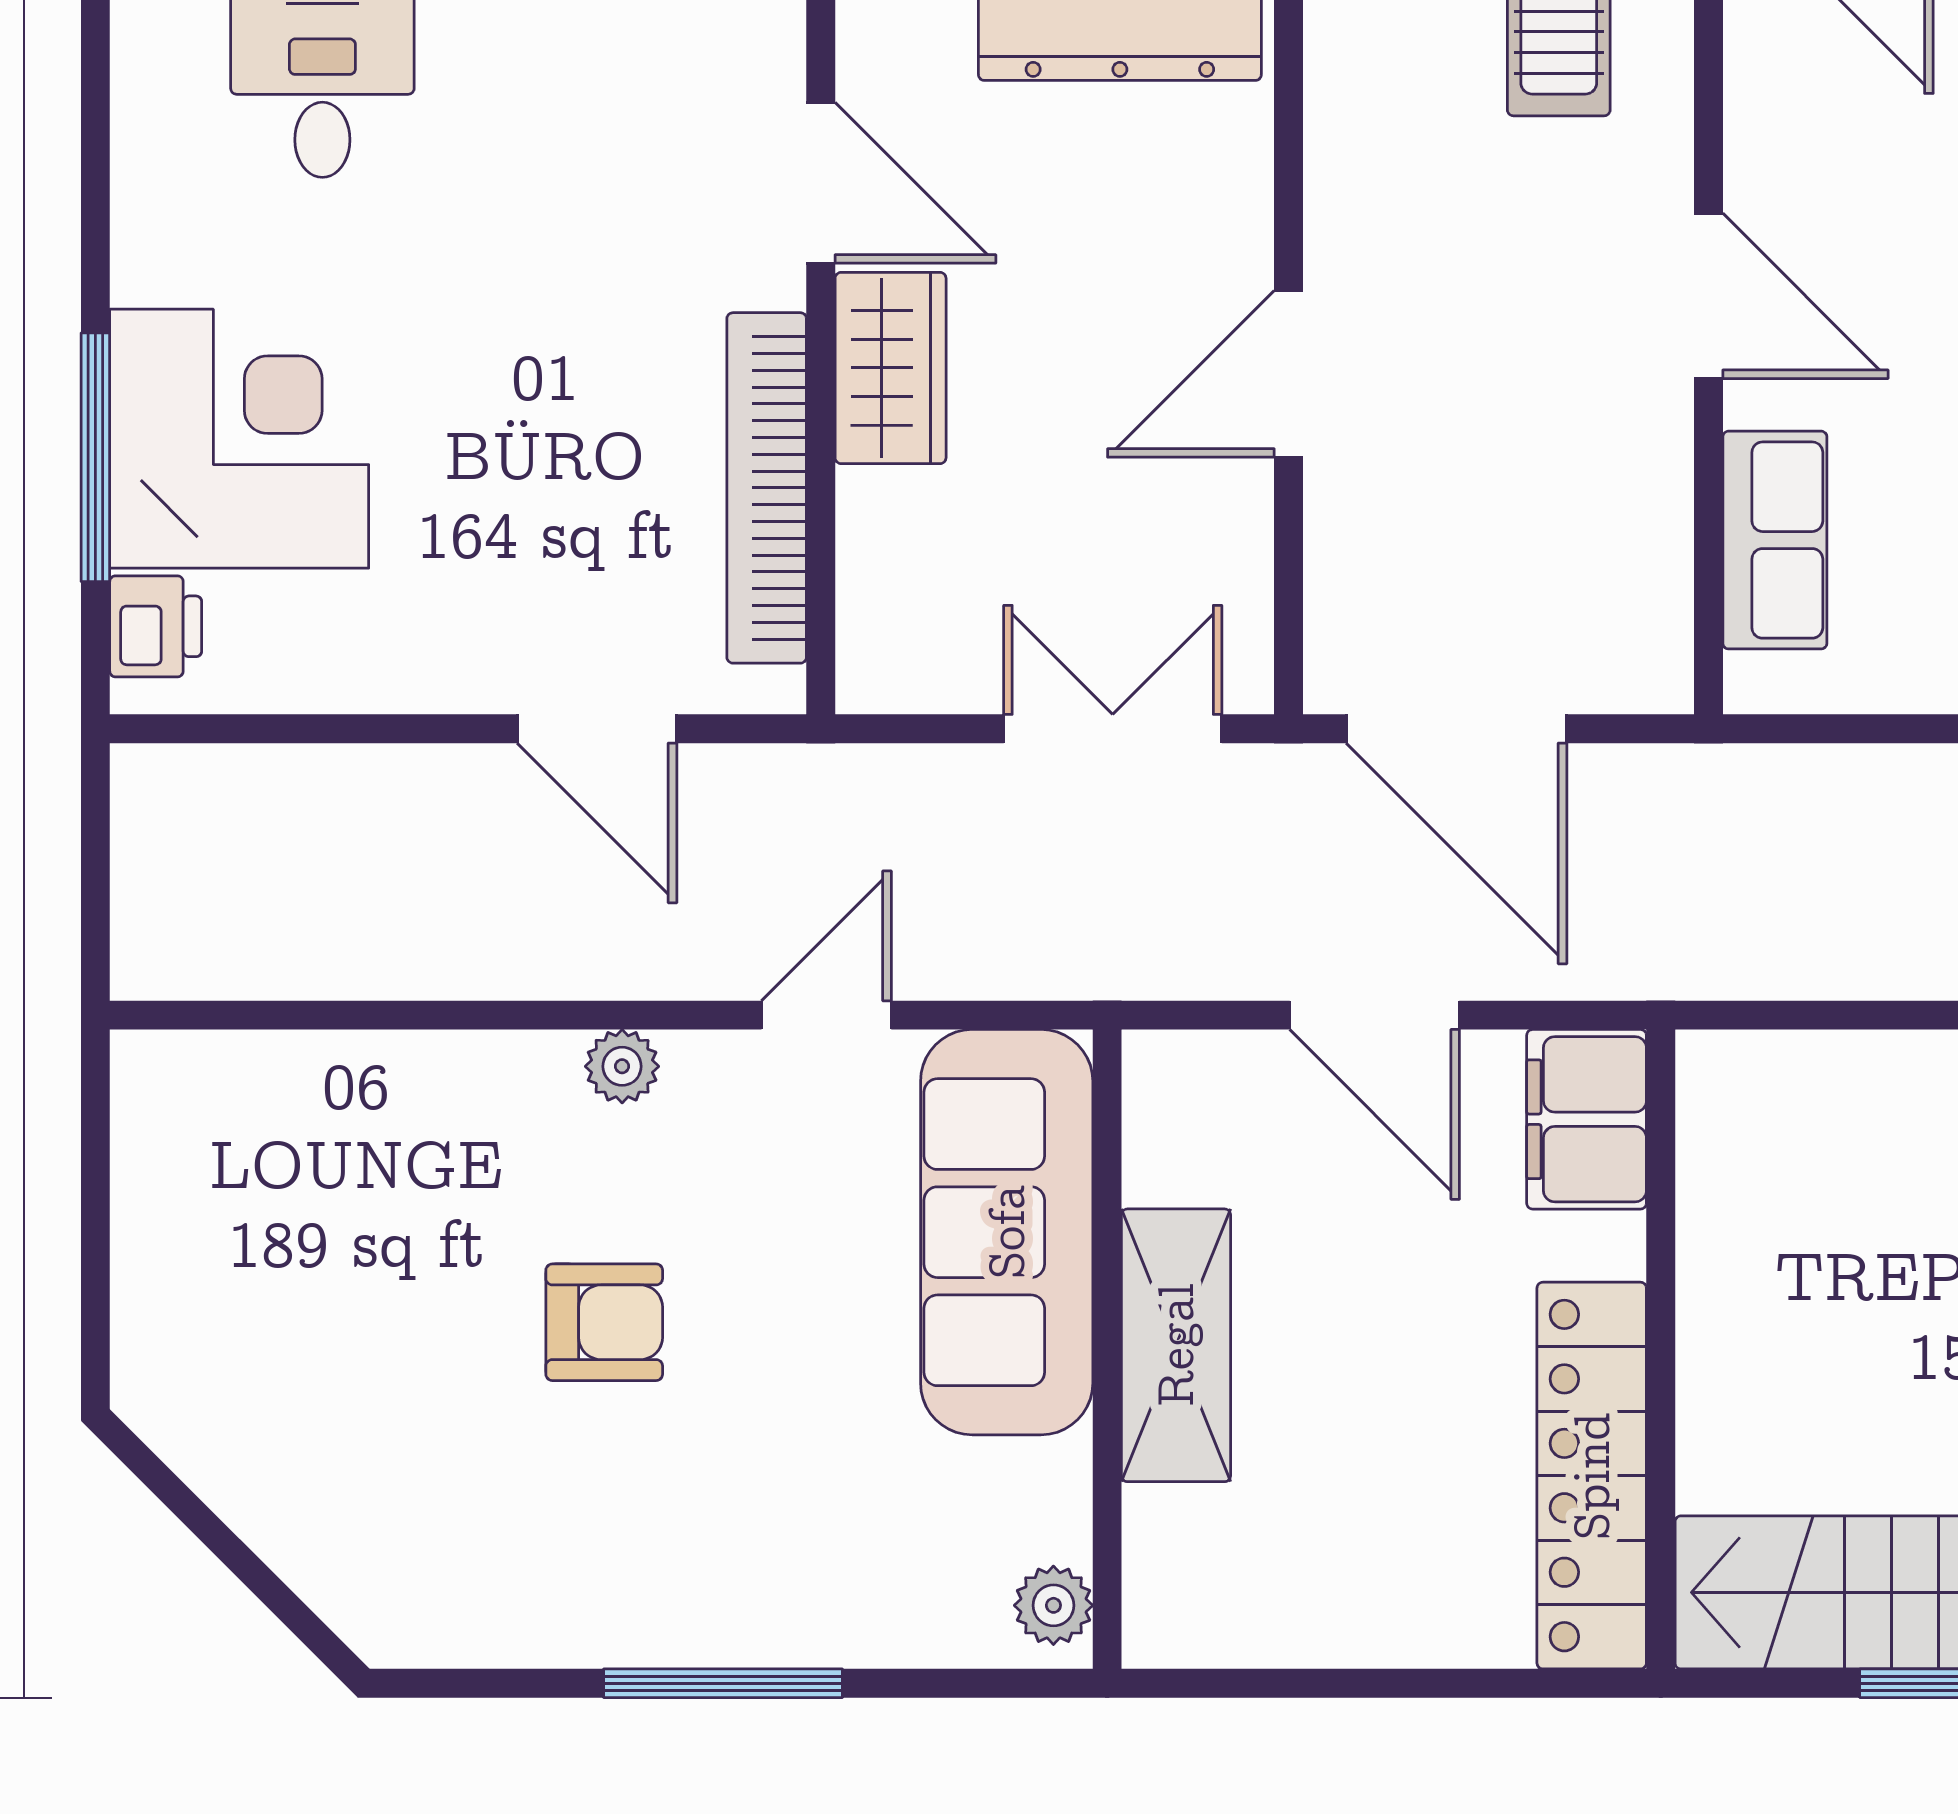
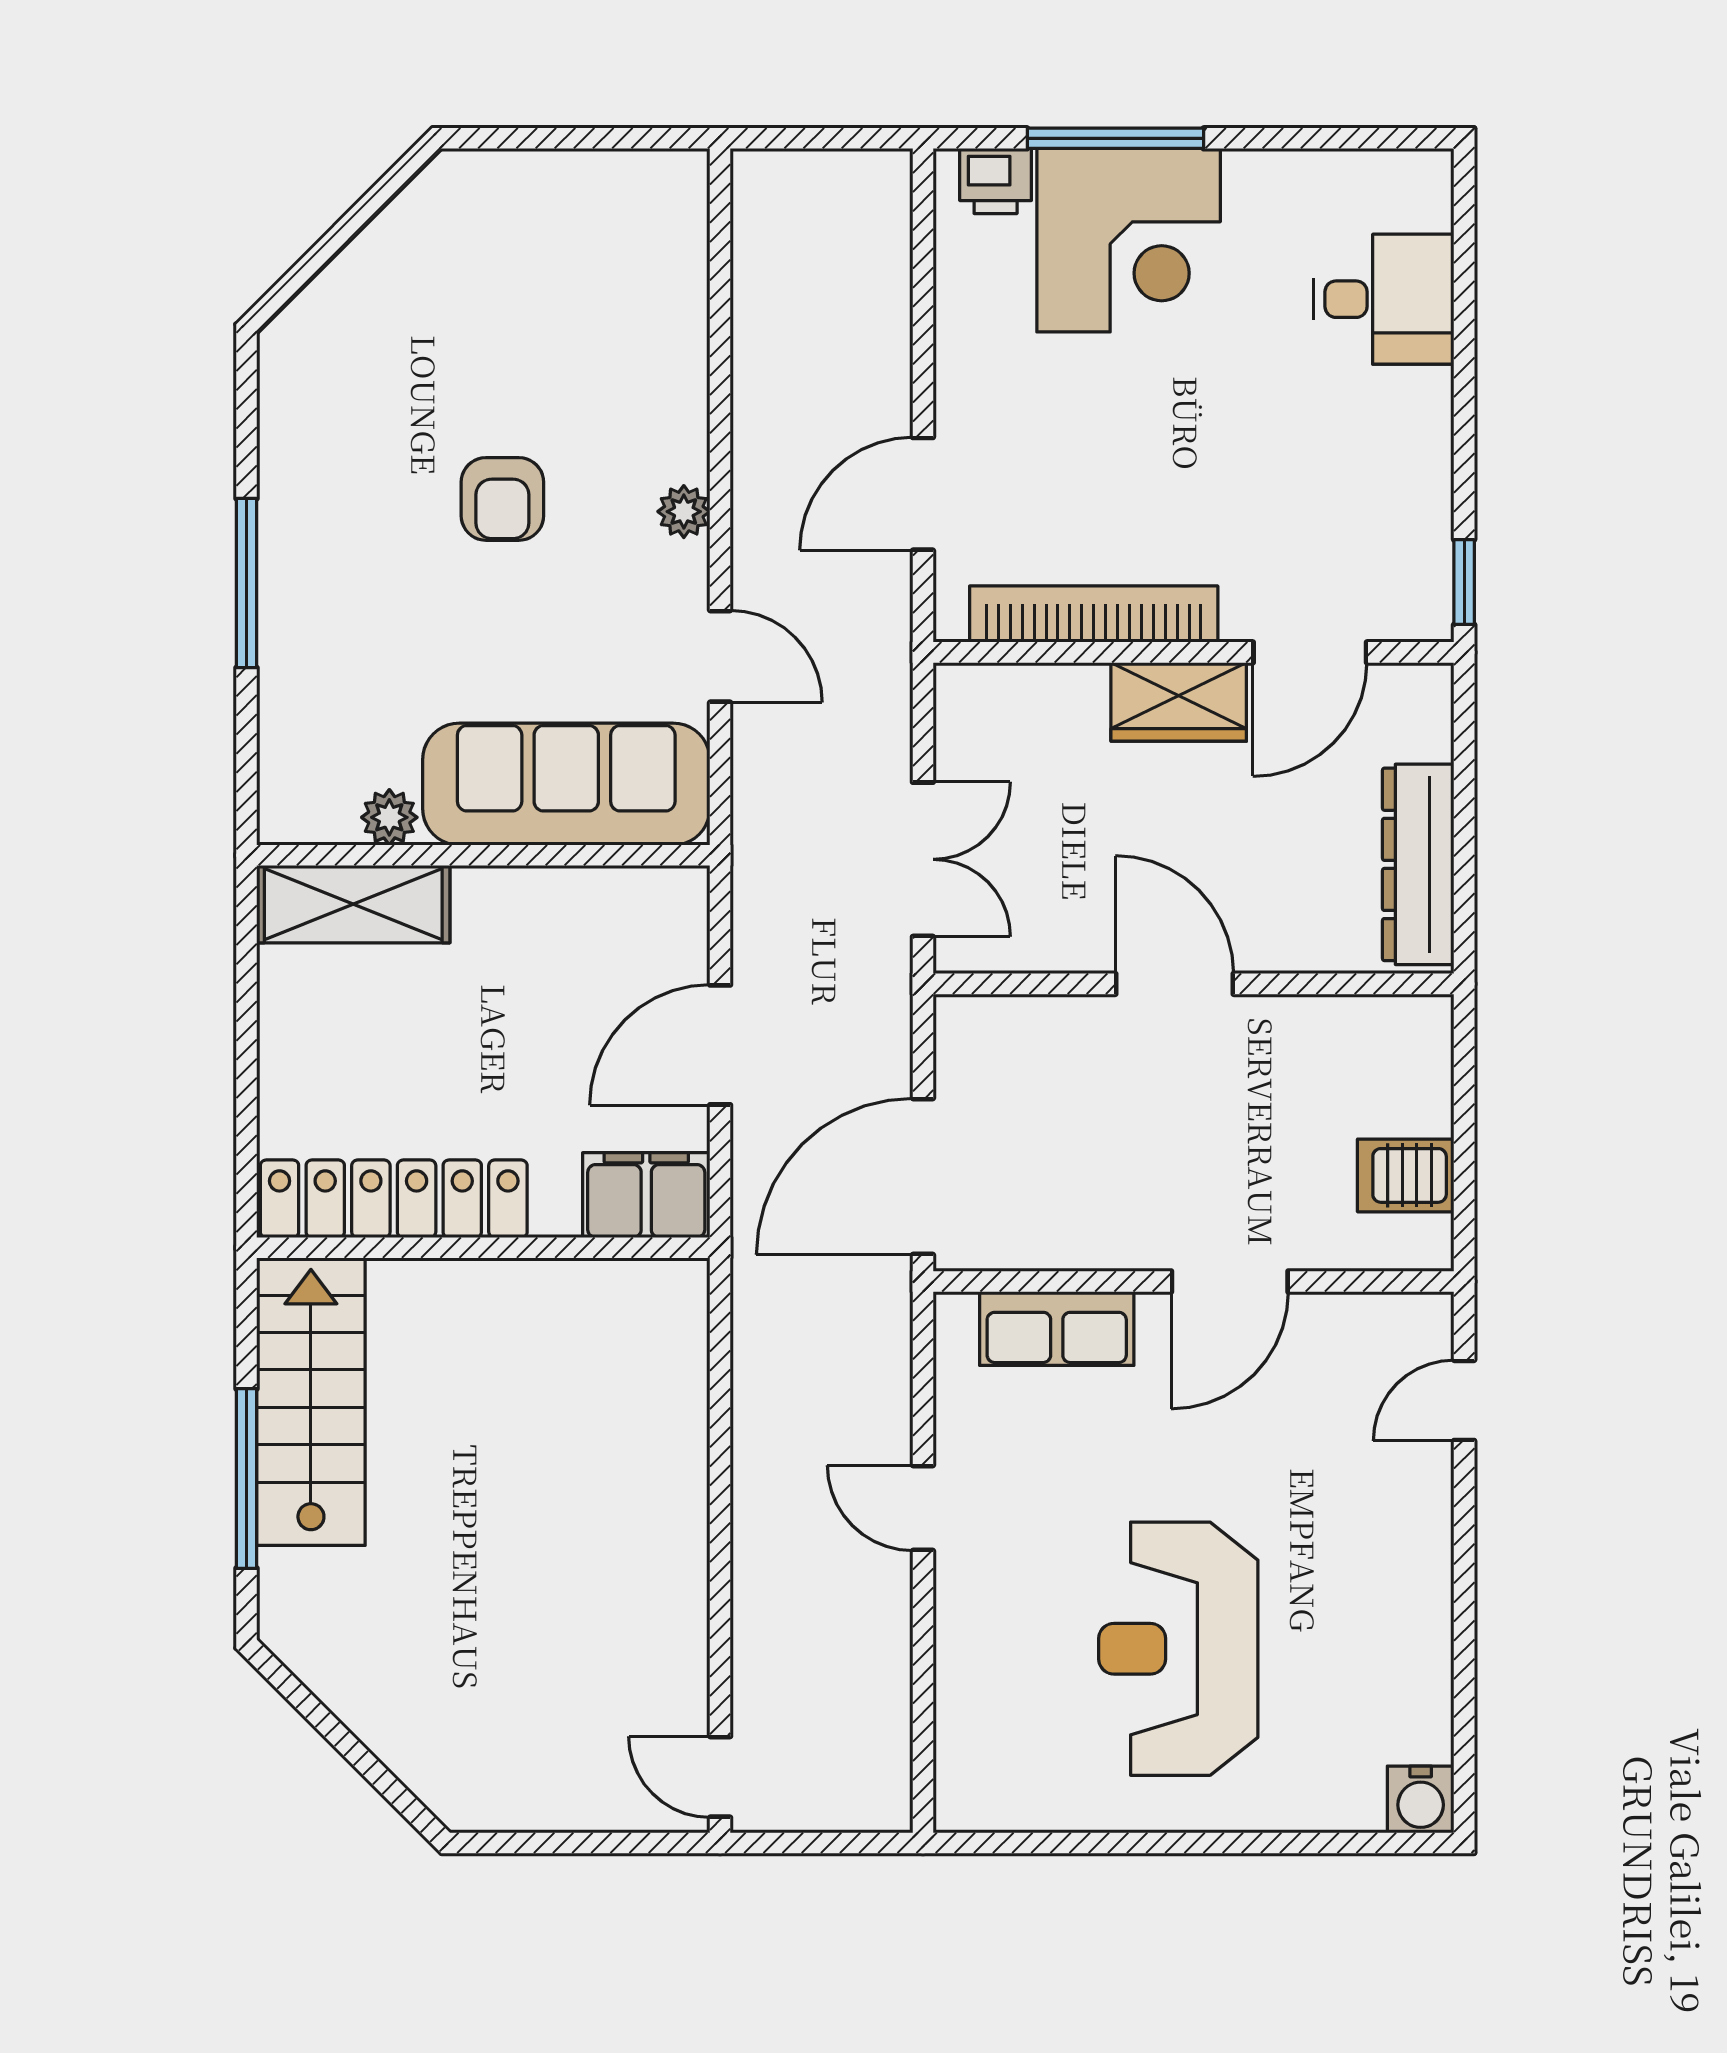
door: (1456, 729) -> (923, 1177), moved
shelving: (1176, 1345) -> (353, 904), moved
plant: (1053, 1605) -> (389, 817), moved

